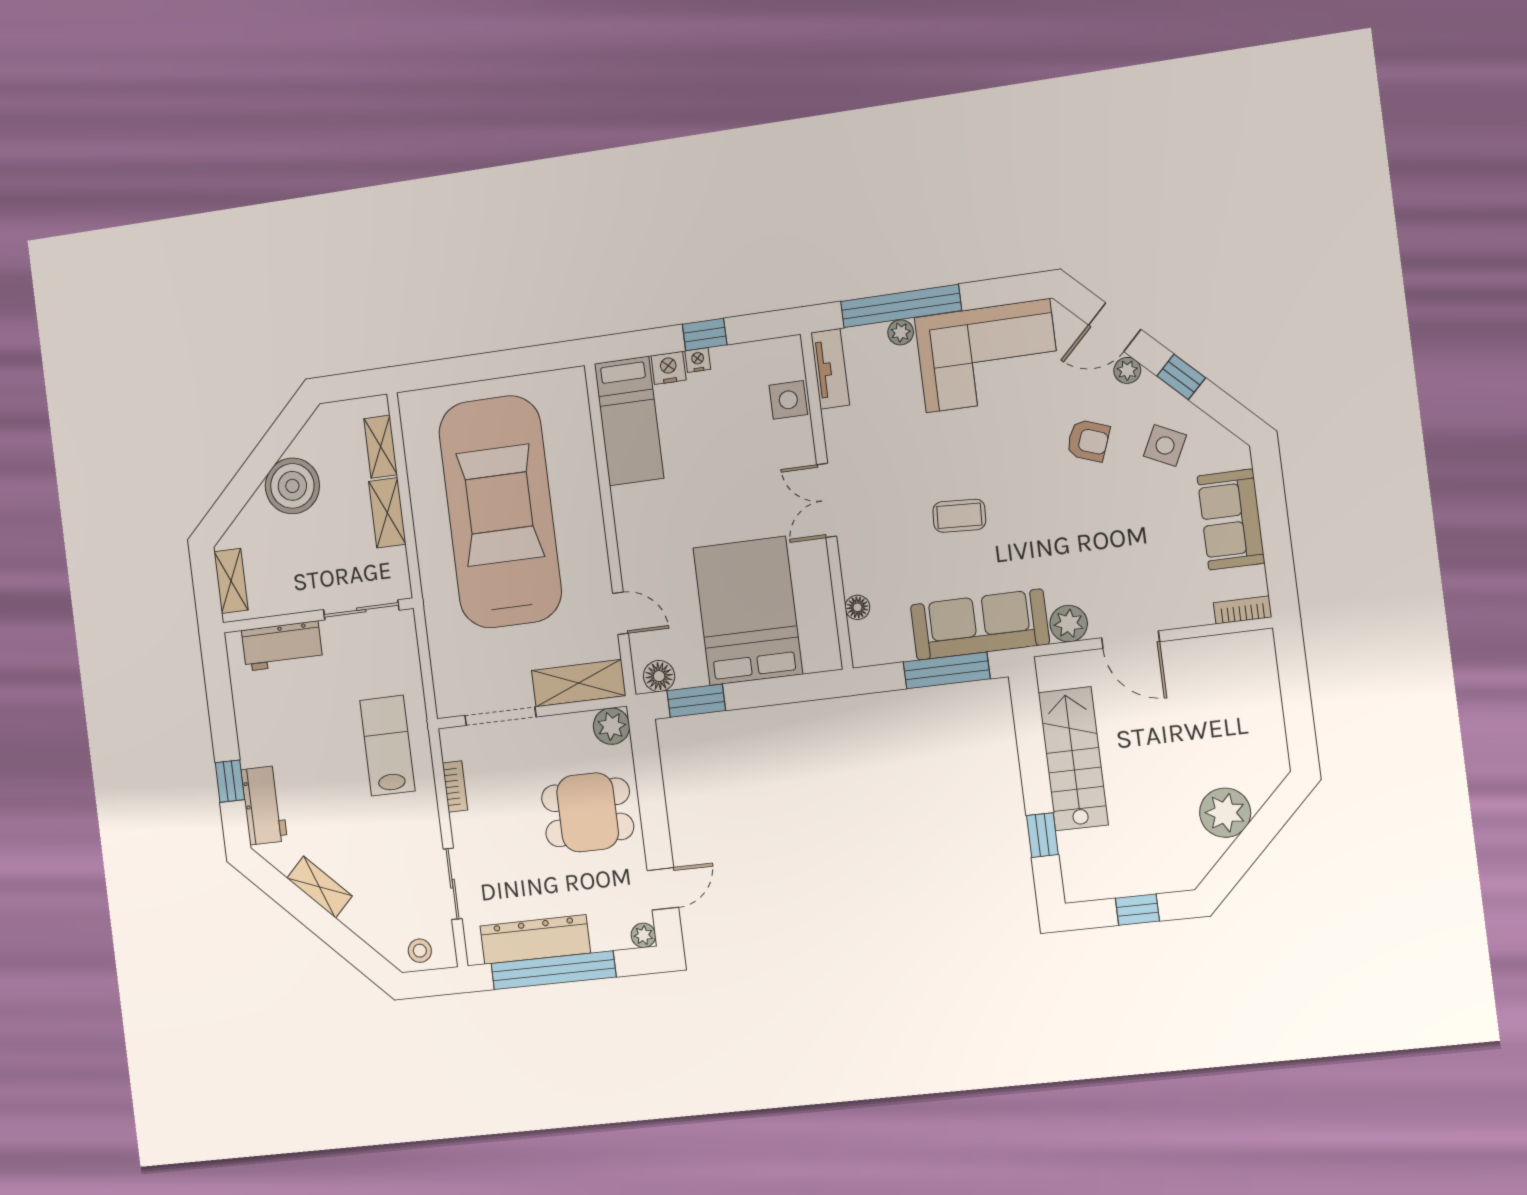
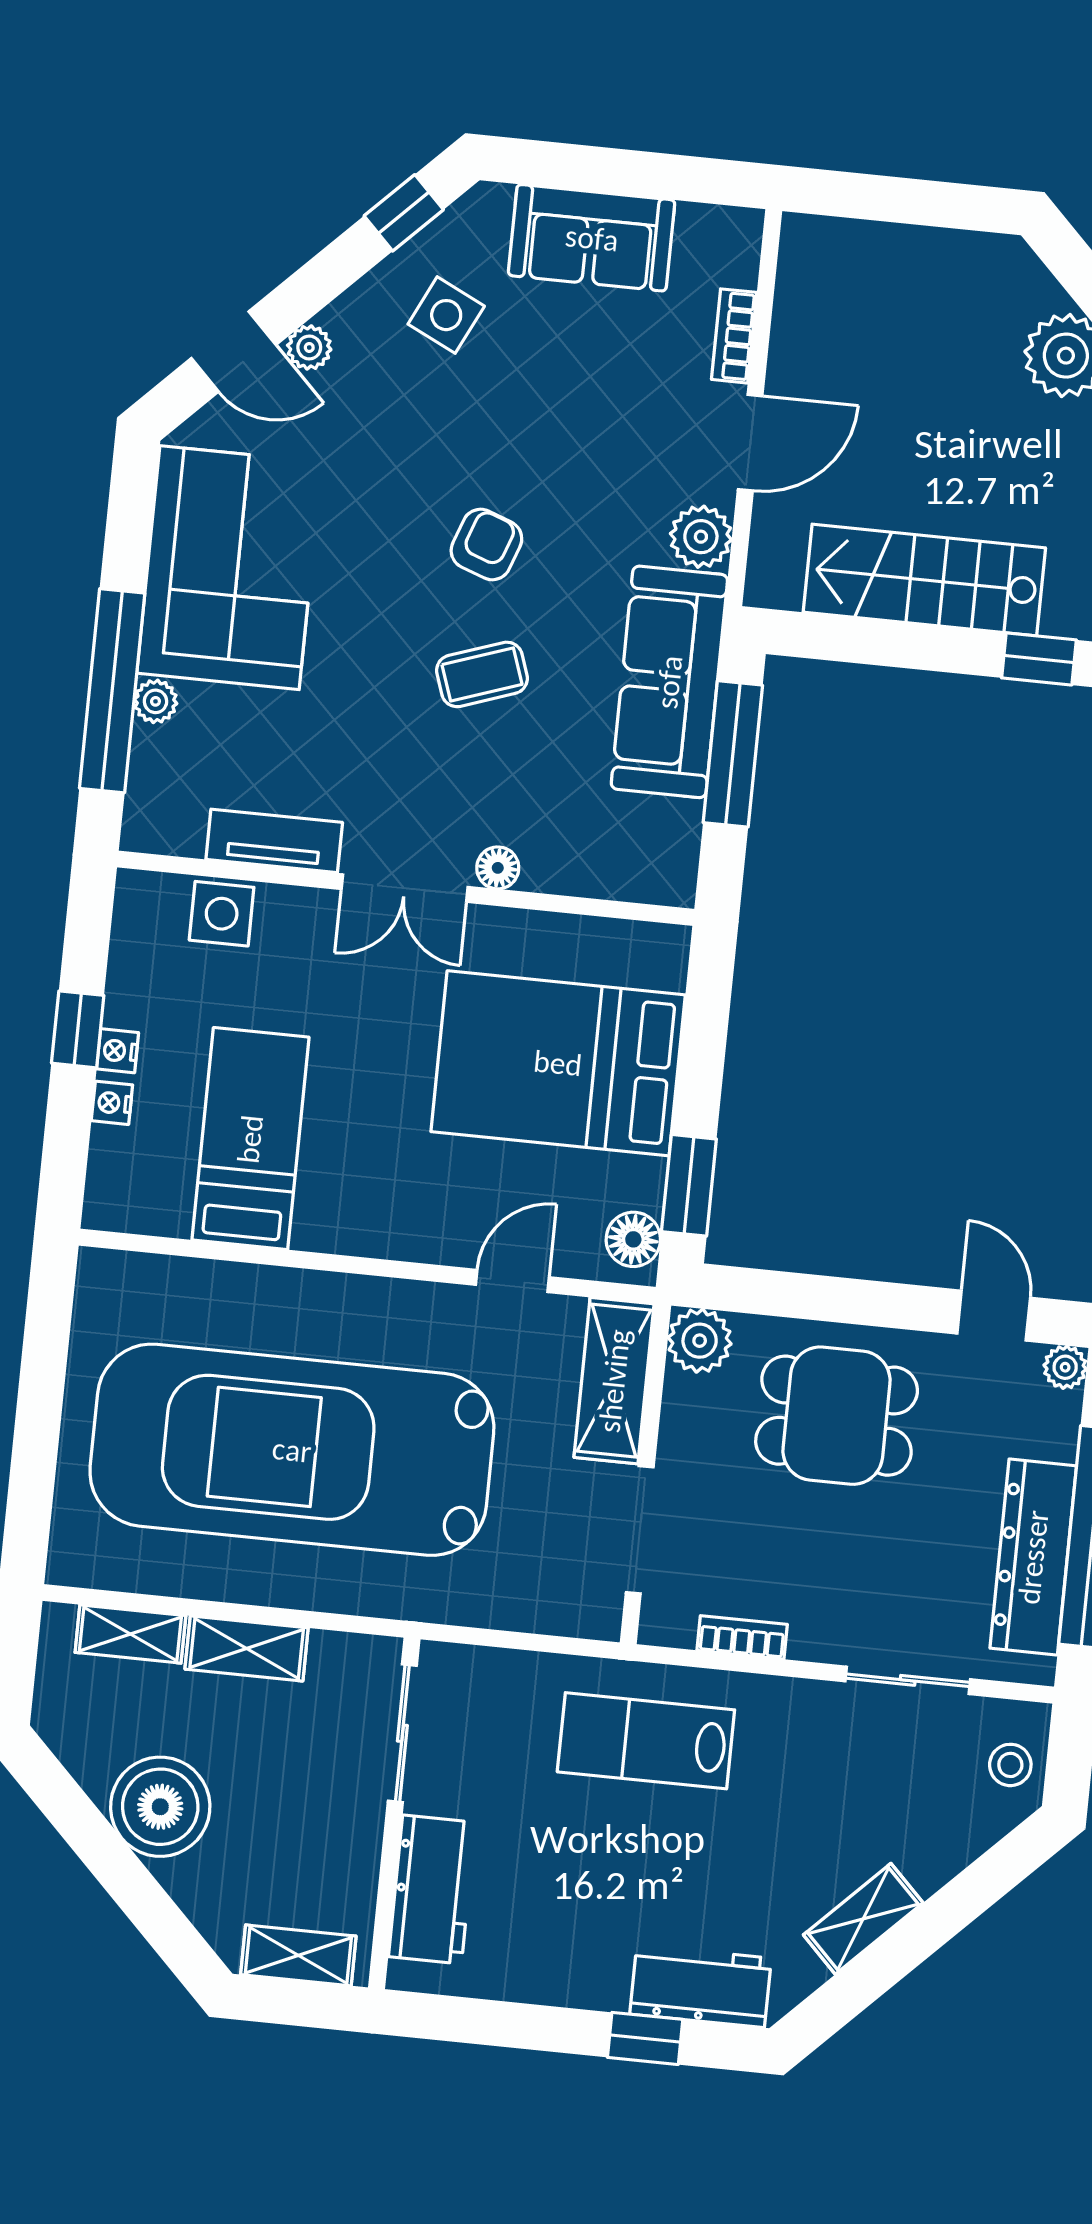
door: (1115, 327) -> (234, 352), hinge flipped
nightstand: (669, 368) -> (112, 1103), width x0.72, depth x0.74
tv unit: (830, 369) -> (274, 841), moved
window: (1181, 377) -> (404, 213), moved
bed: (629, 421) -> (250, 1139), moved, turned -90
armchair: (1088, 441) -> (486, 545), moved
coffee table: (959, 516) -> (482, 674), turned 68
floor lamp: (857, 607) -> (498, 868), moved
bookcase: (1243, 610) -> (734, 336), moved
dining table: (588, 812) -> (837, 1416), turned 90

